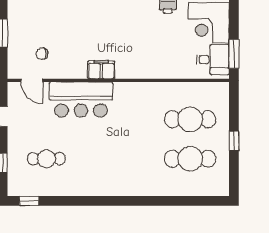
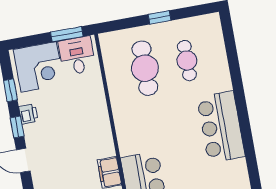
cafe table: (190, 159) -> (187, 61), width x0.73, depth x0.74
bar counter: (124, 179) -> (221, 127), added

